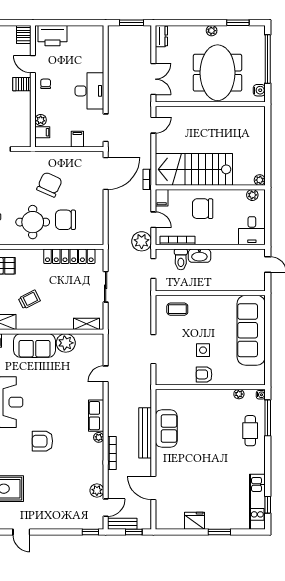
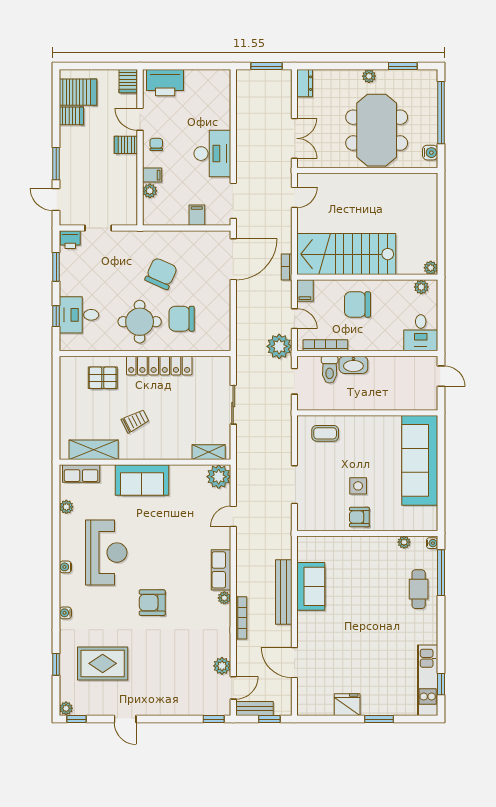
filing cabinet: (42, 132) -> (152, 175), moved
locker: (69, 256) -> (159, 366), moved
plant: (66, 343) -> (219, 477), moved

